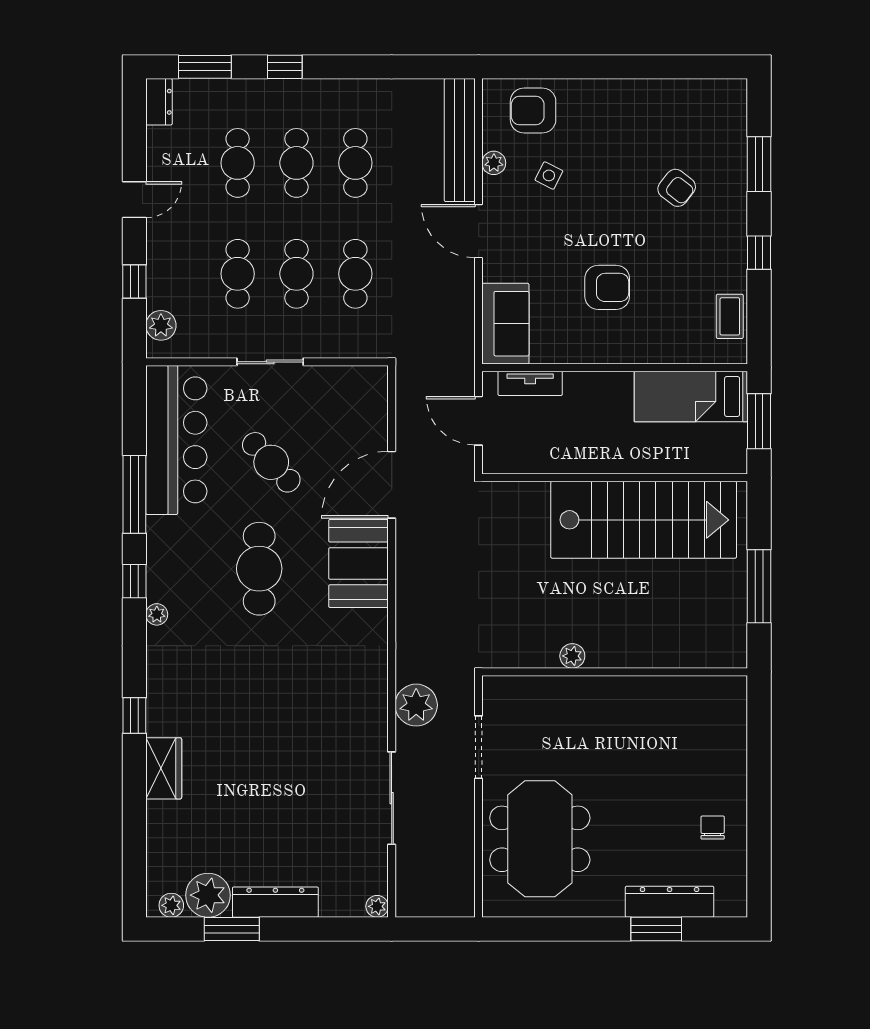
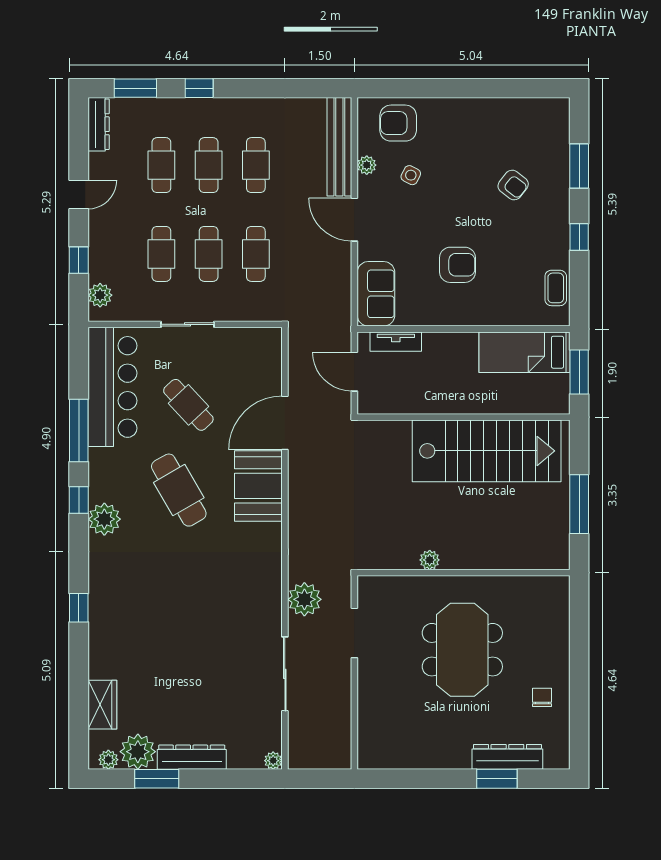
dresser: (159, 102) -> (99, 124), width x1.44
cafe table: (259, 569) -> (179, 490), turned -30
plant: (157, 614) -> (104, 519), width x1.88, depth x1.88
wardrobe: (164, 768) -> (102, 705), moved
meeting table: (540, 839) -> (462, 650), moved

